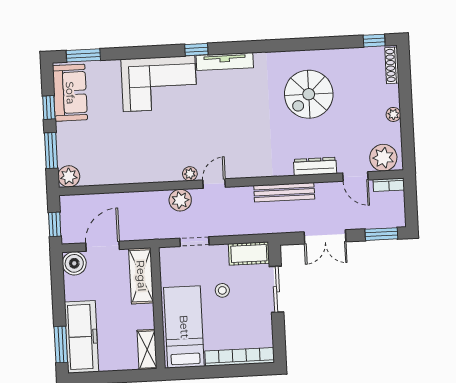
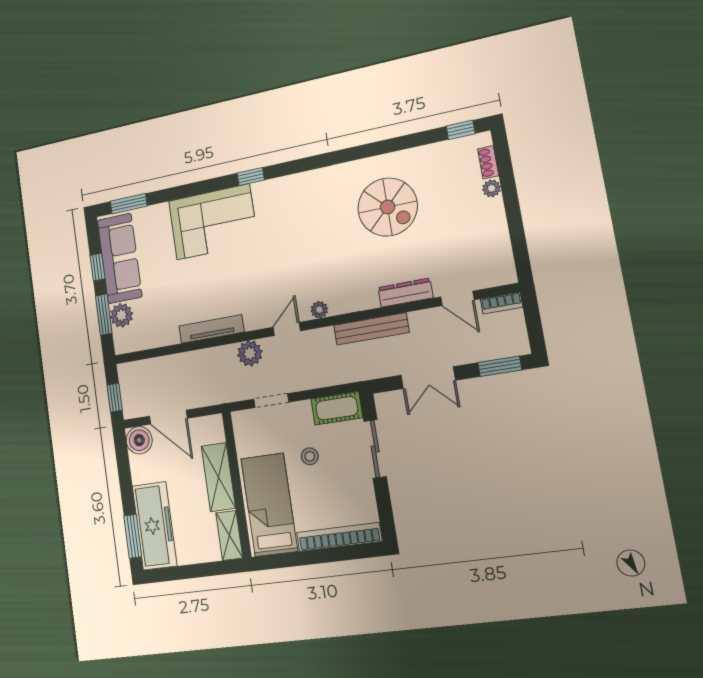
tv unit: (225, 62) -> (211, 329), moved, turned 180
shoe rack: (392, 65) -> (488, 162), width x0.70
sofa: (70, 93) -> (120, 258), width x1.36
spiral stairs: (309, 94) -> (388, 207), turned -90
plant: (393, 114) -> (492, 188), moved
plant: (383, 158) -> (490, 270), removed
plant: (190, 174) -> (319, 310), moved
plant: (69, 176) -> (121, 315), moved
door: (103, 246) -> (168, 417), swing flipped
shelving: (141, 276) -> (218, 477), moved

